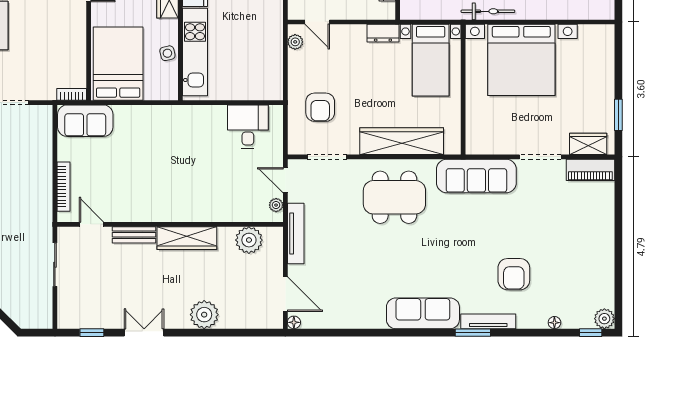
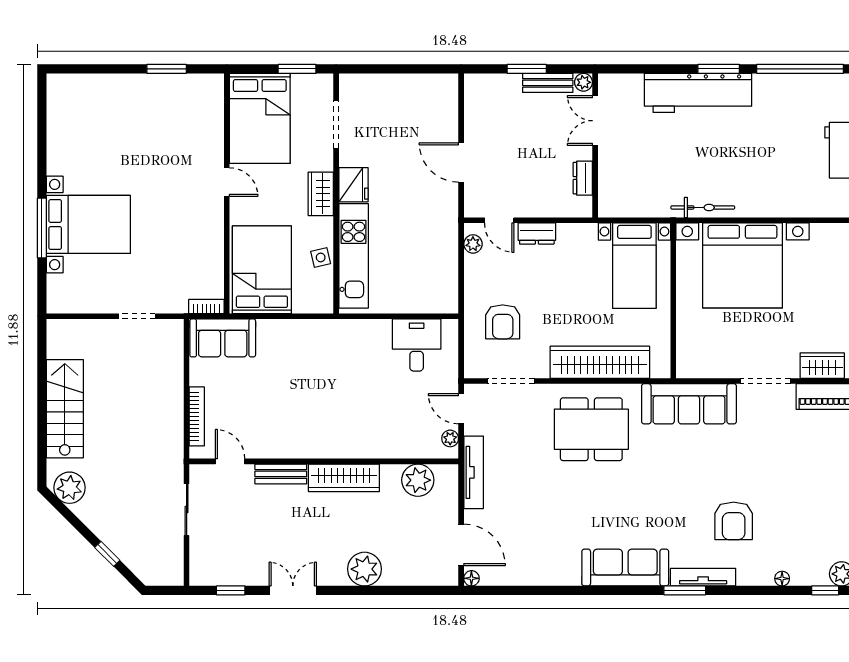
dresser: (383, 33) -> (537, 234), moved

